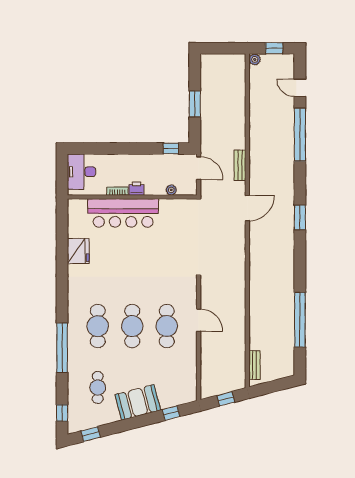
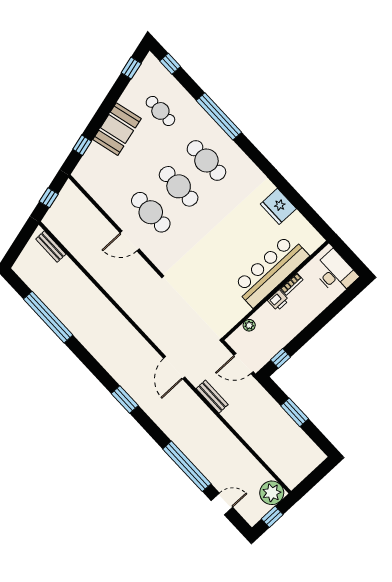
plant: (255, 59) -> (272, 493), width x1.87, depth x1.87

